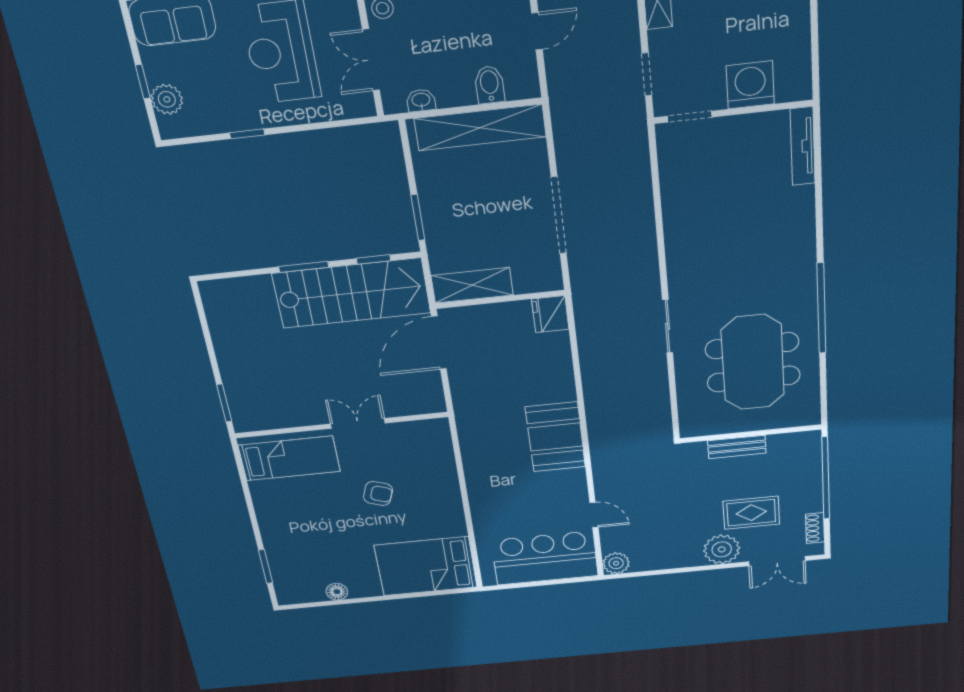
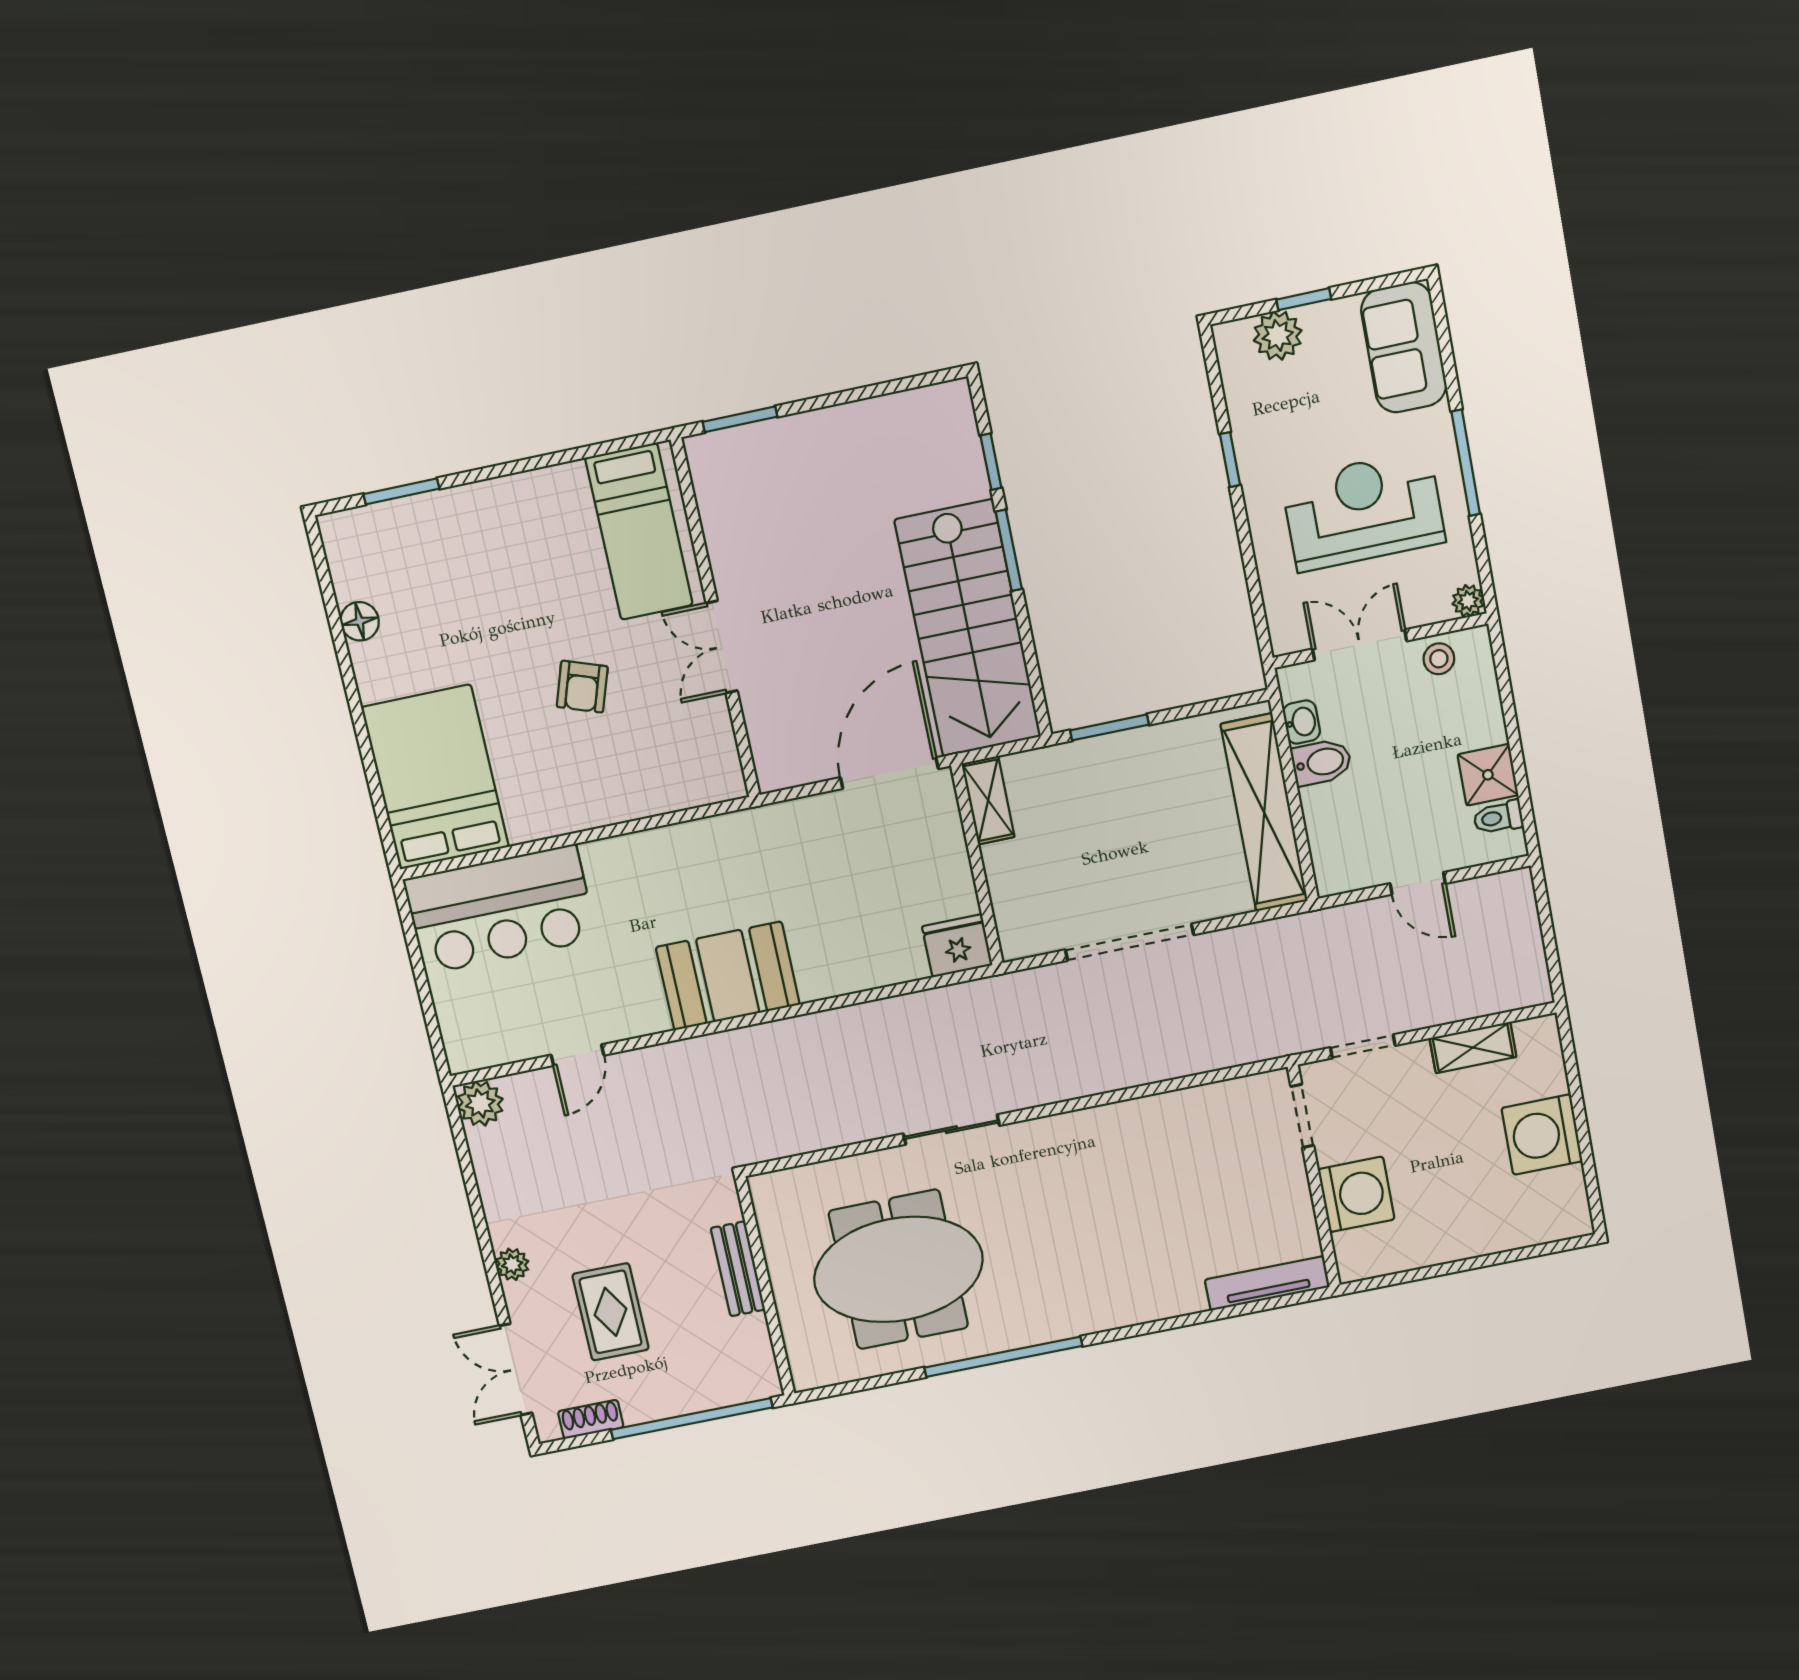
bidet: (490, 85) -> (1321, 762), moved
window: (373, 259) -> (991, 462), moved
shelving: (472, 285) -> (988, 800), width x0.67, depth x0.75
door: (439, 343) -> (889, 773), hinge flipped
double door: (358, 423) -> (722, 647), swing flipped
plant: (722, 549) -> (512, 1264), width x0.53, depth x0.53
bar counter: (545, 558) -> (500, 909), moved, turned 90

